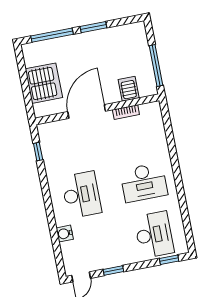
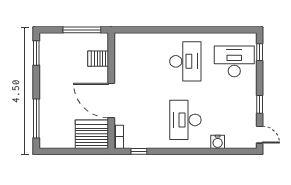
window: (93, 27) -> (36, 53), moved
server rack: (44, 83) -> (92, 134), moved
bookcase: (126, 112) -> (119, 137), moved
desk: (81, 195) -> (185, 120), turned -90

